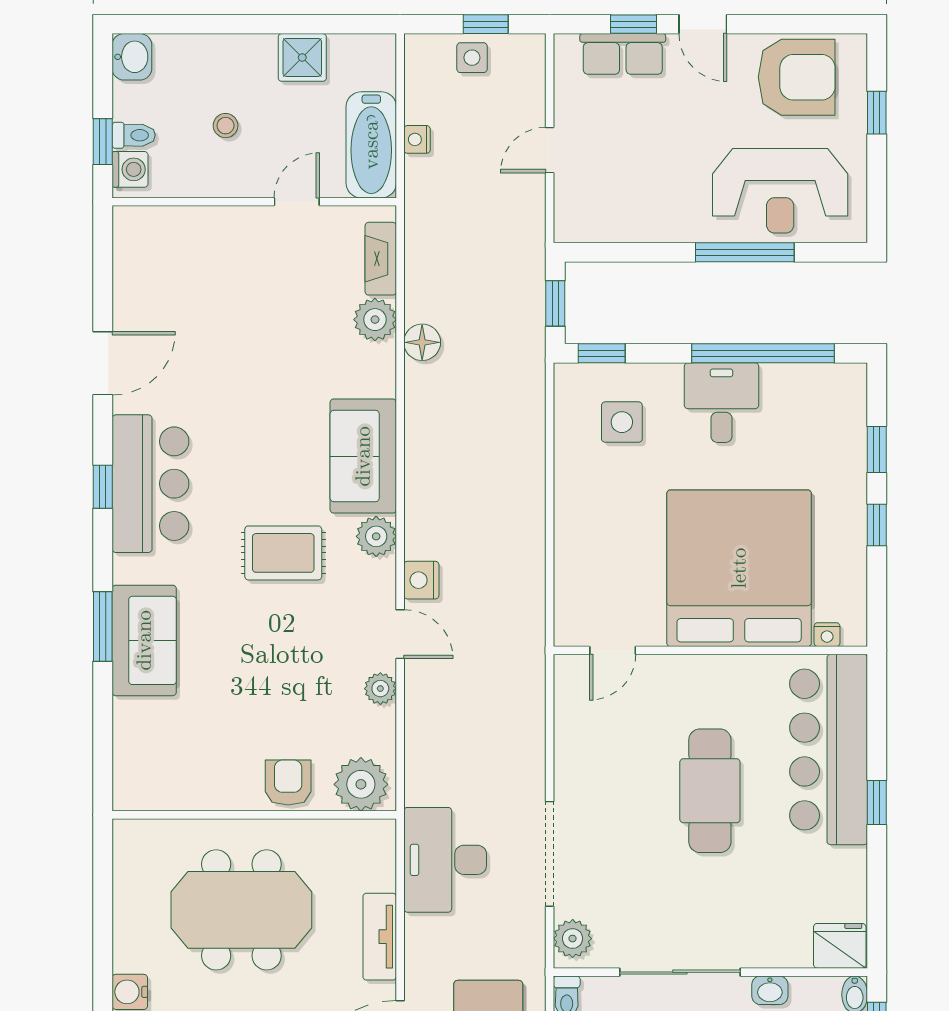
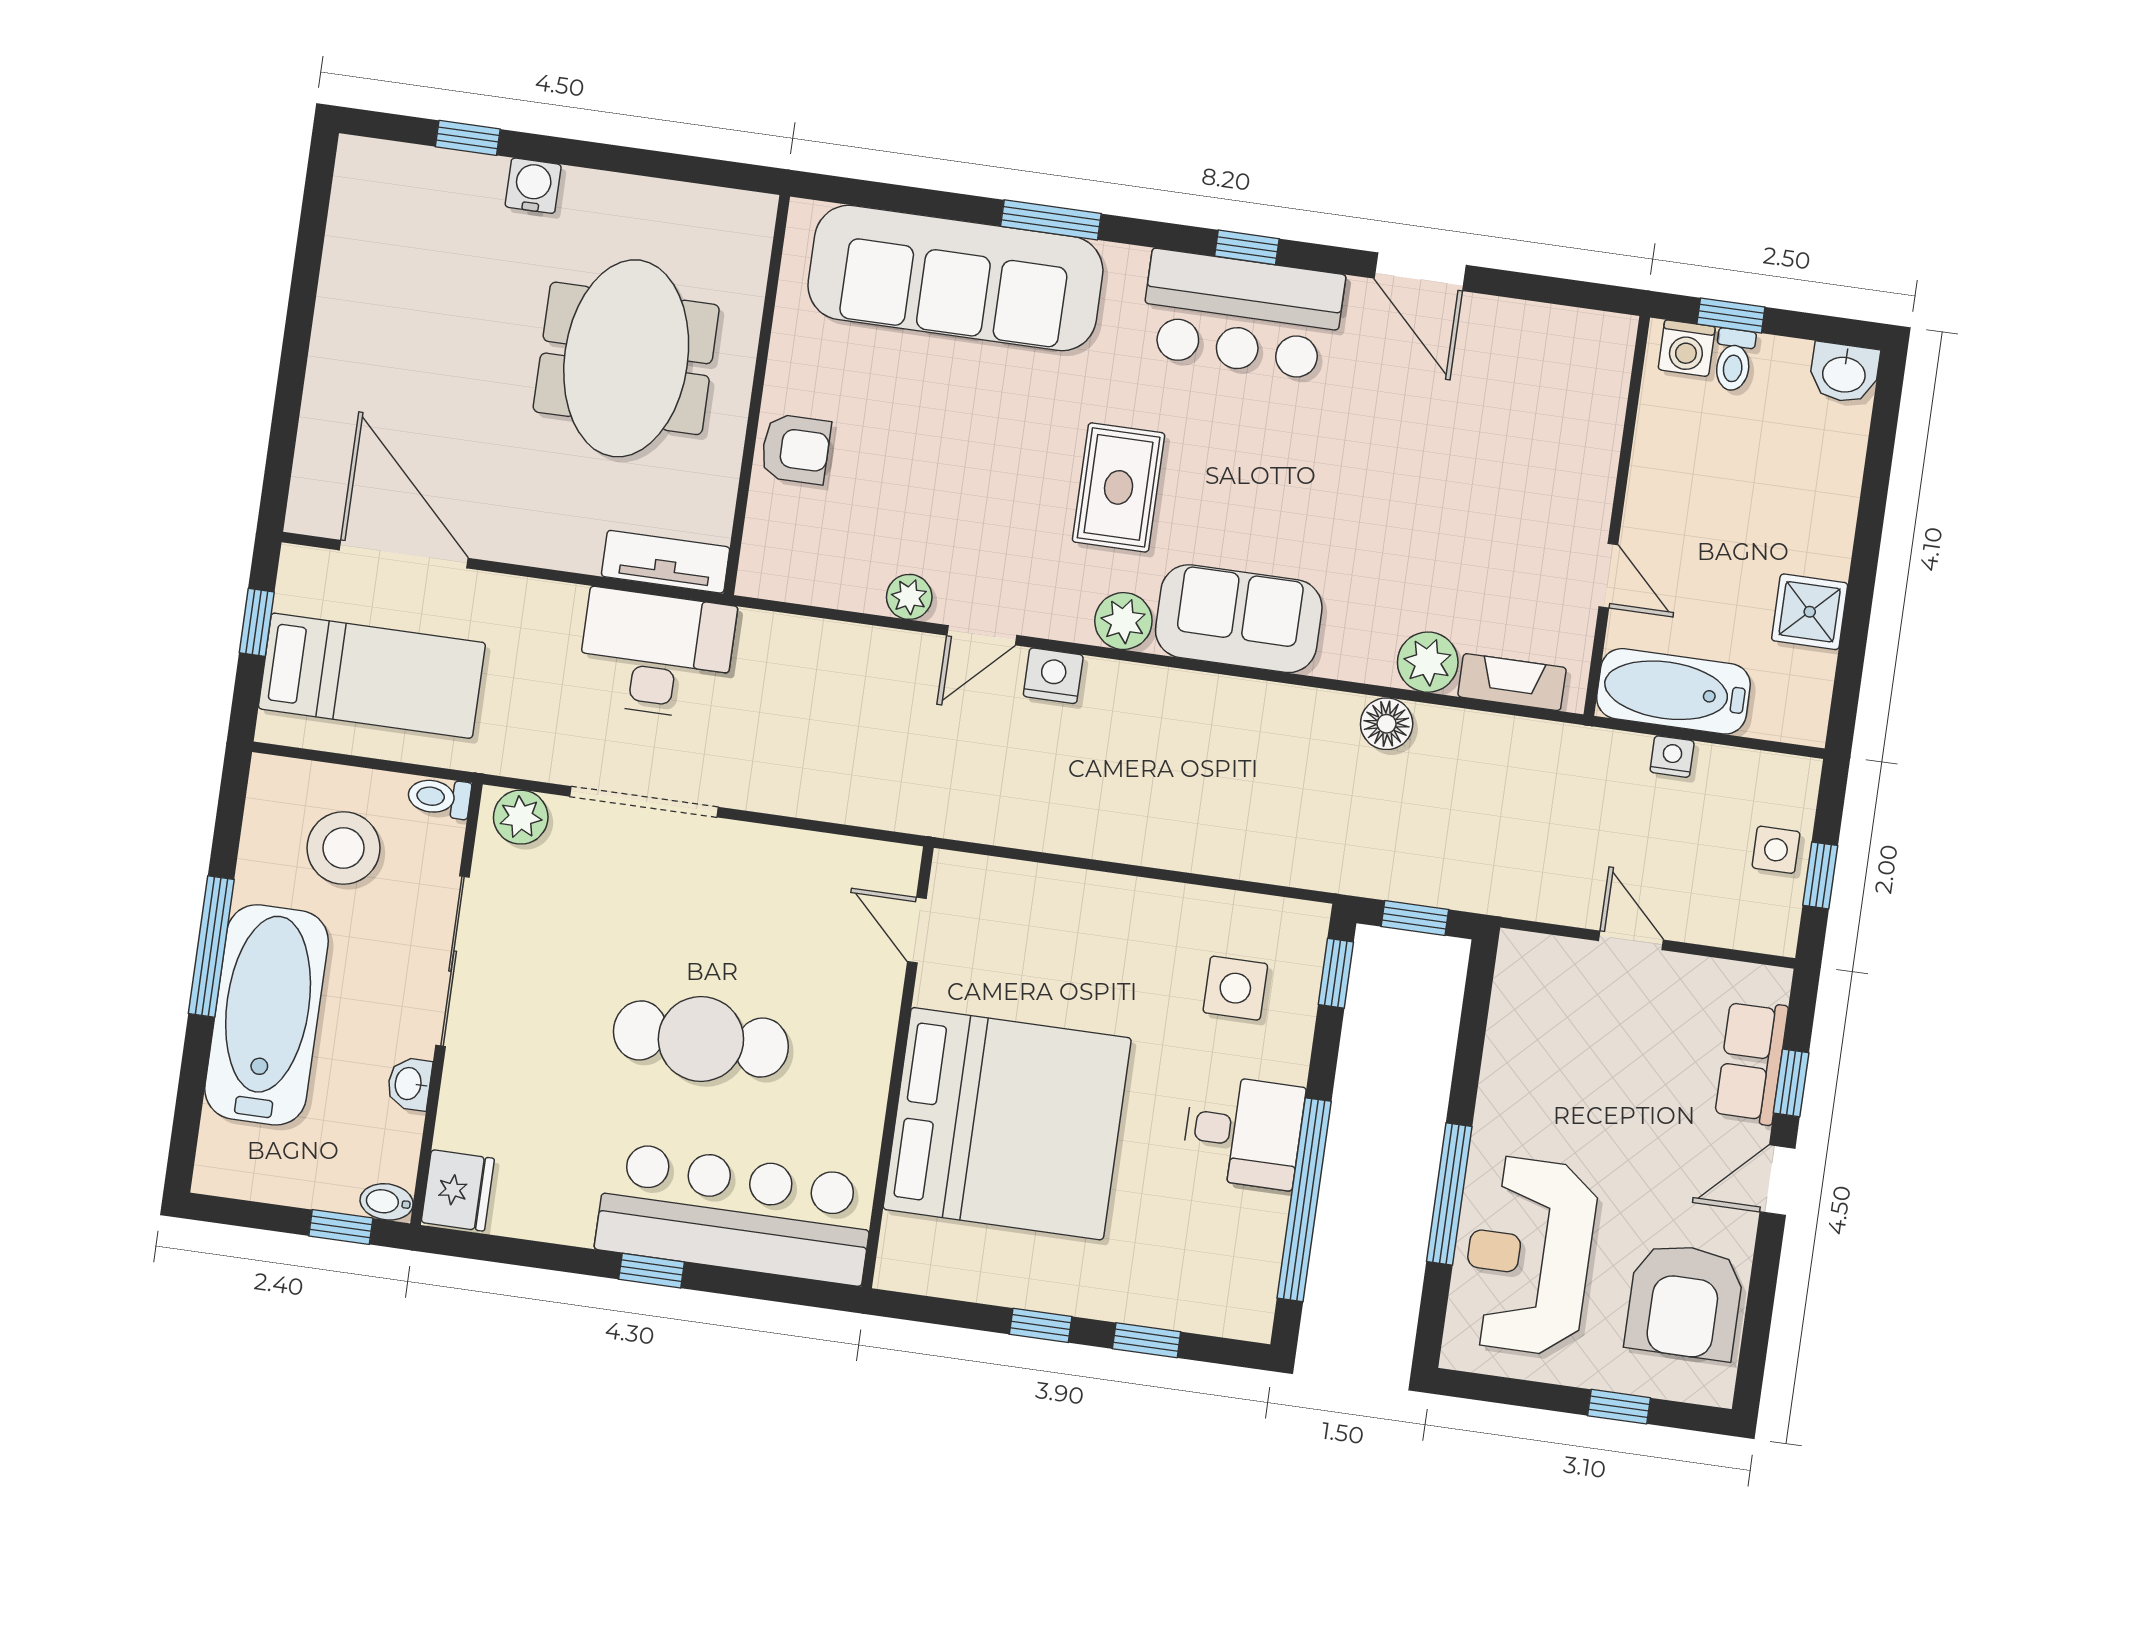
stool: (226, 126) -> (1729, 491), removed
nightstand: (827, 635) -> (897, 1234), removed
sofa: (144, 640) -> (955, 278), width x1.85, depth x1.27
plant: (361, 784) -> (779, 551), removed
tv unit: (380, 937) -> (666, 562), moved

